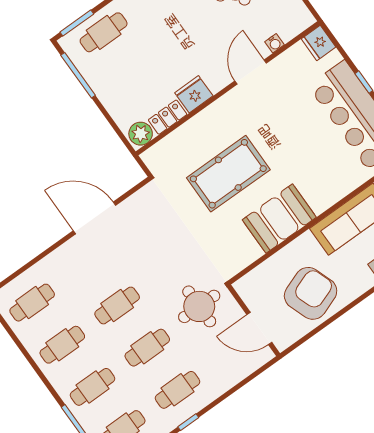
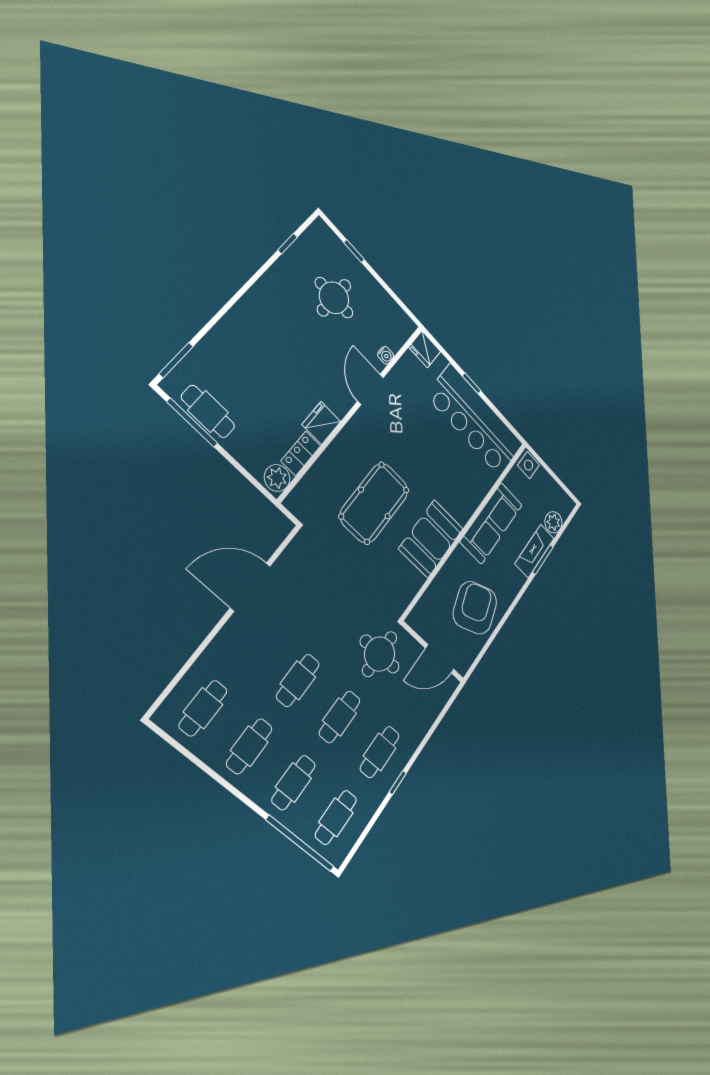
cafe table: (104, 32) -> (208, 412), moved, turned 90

